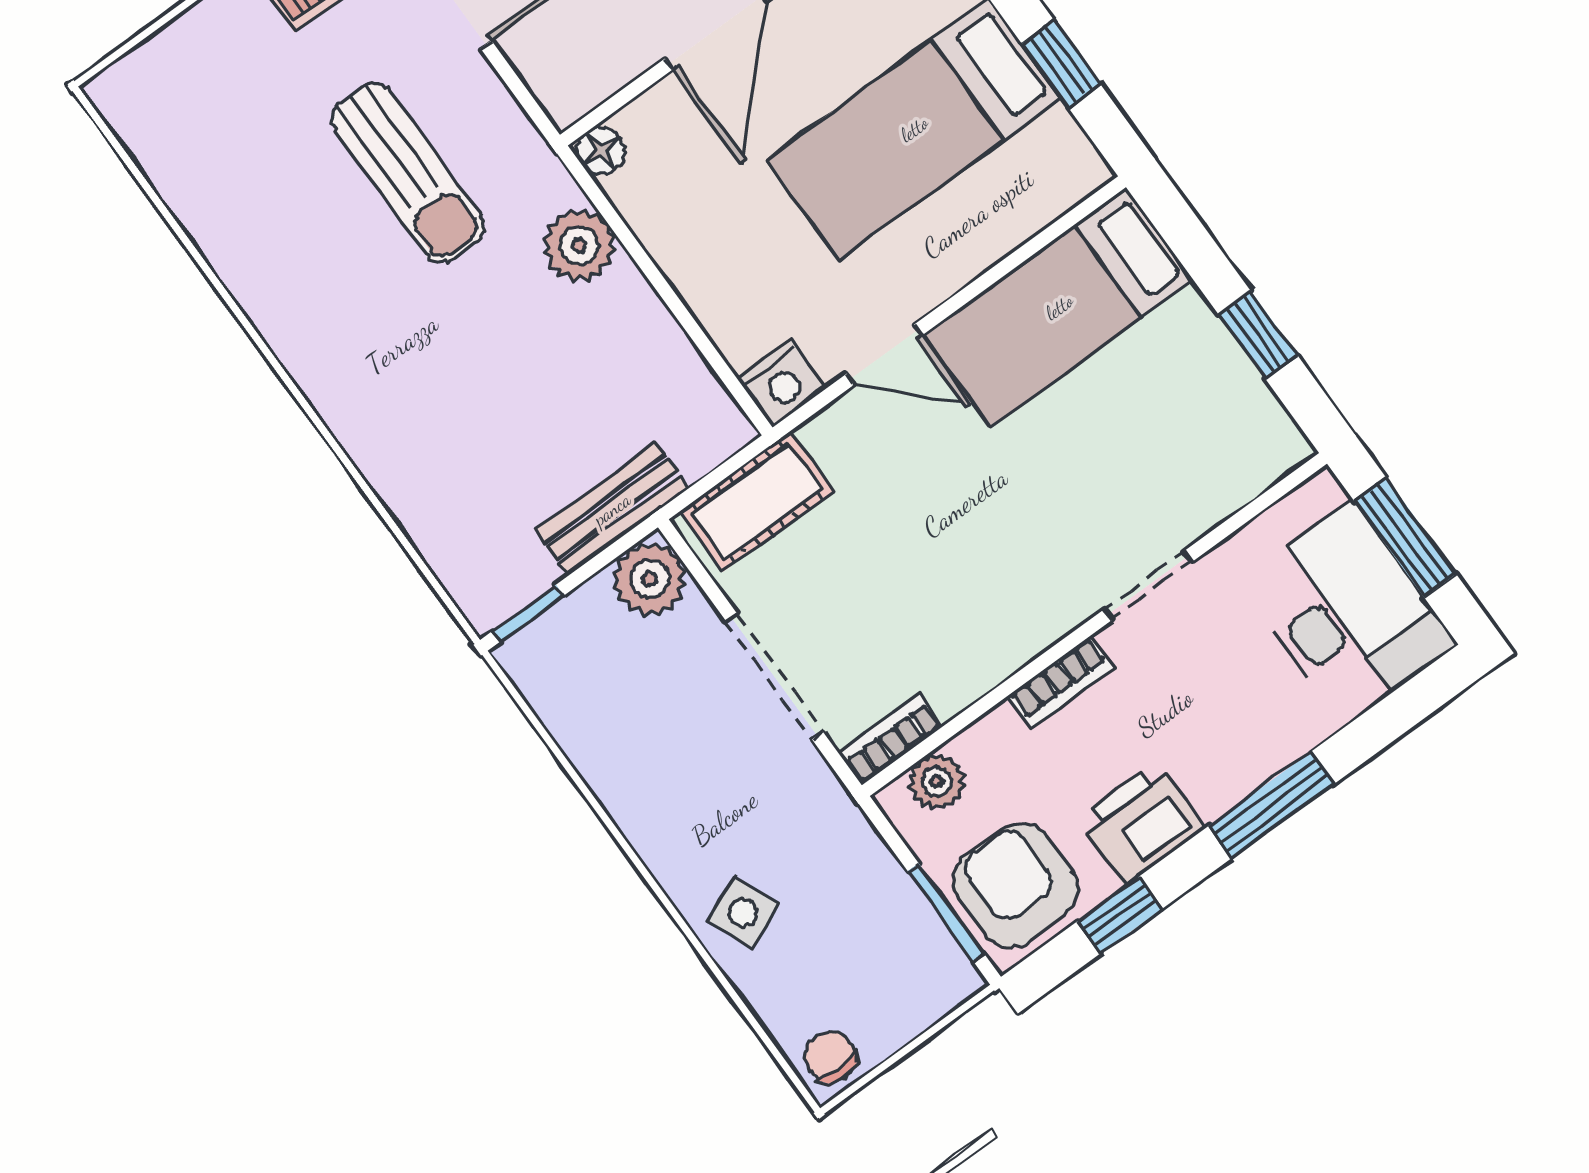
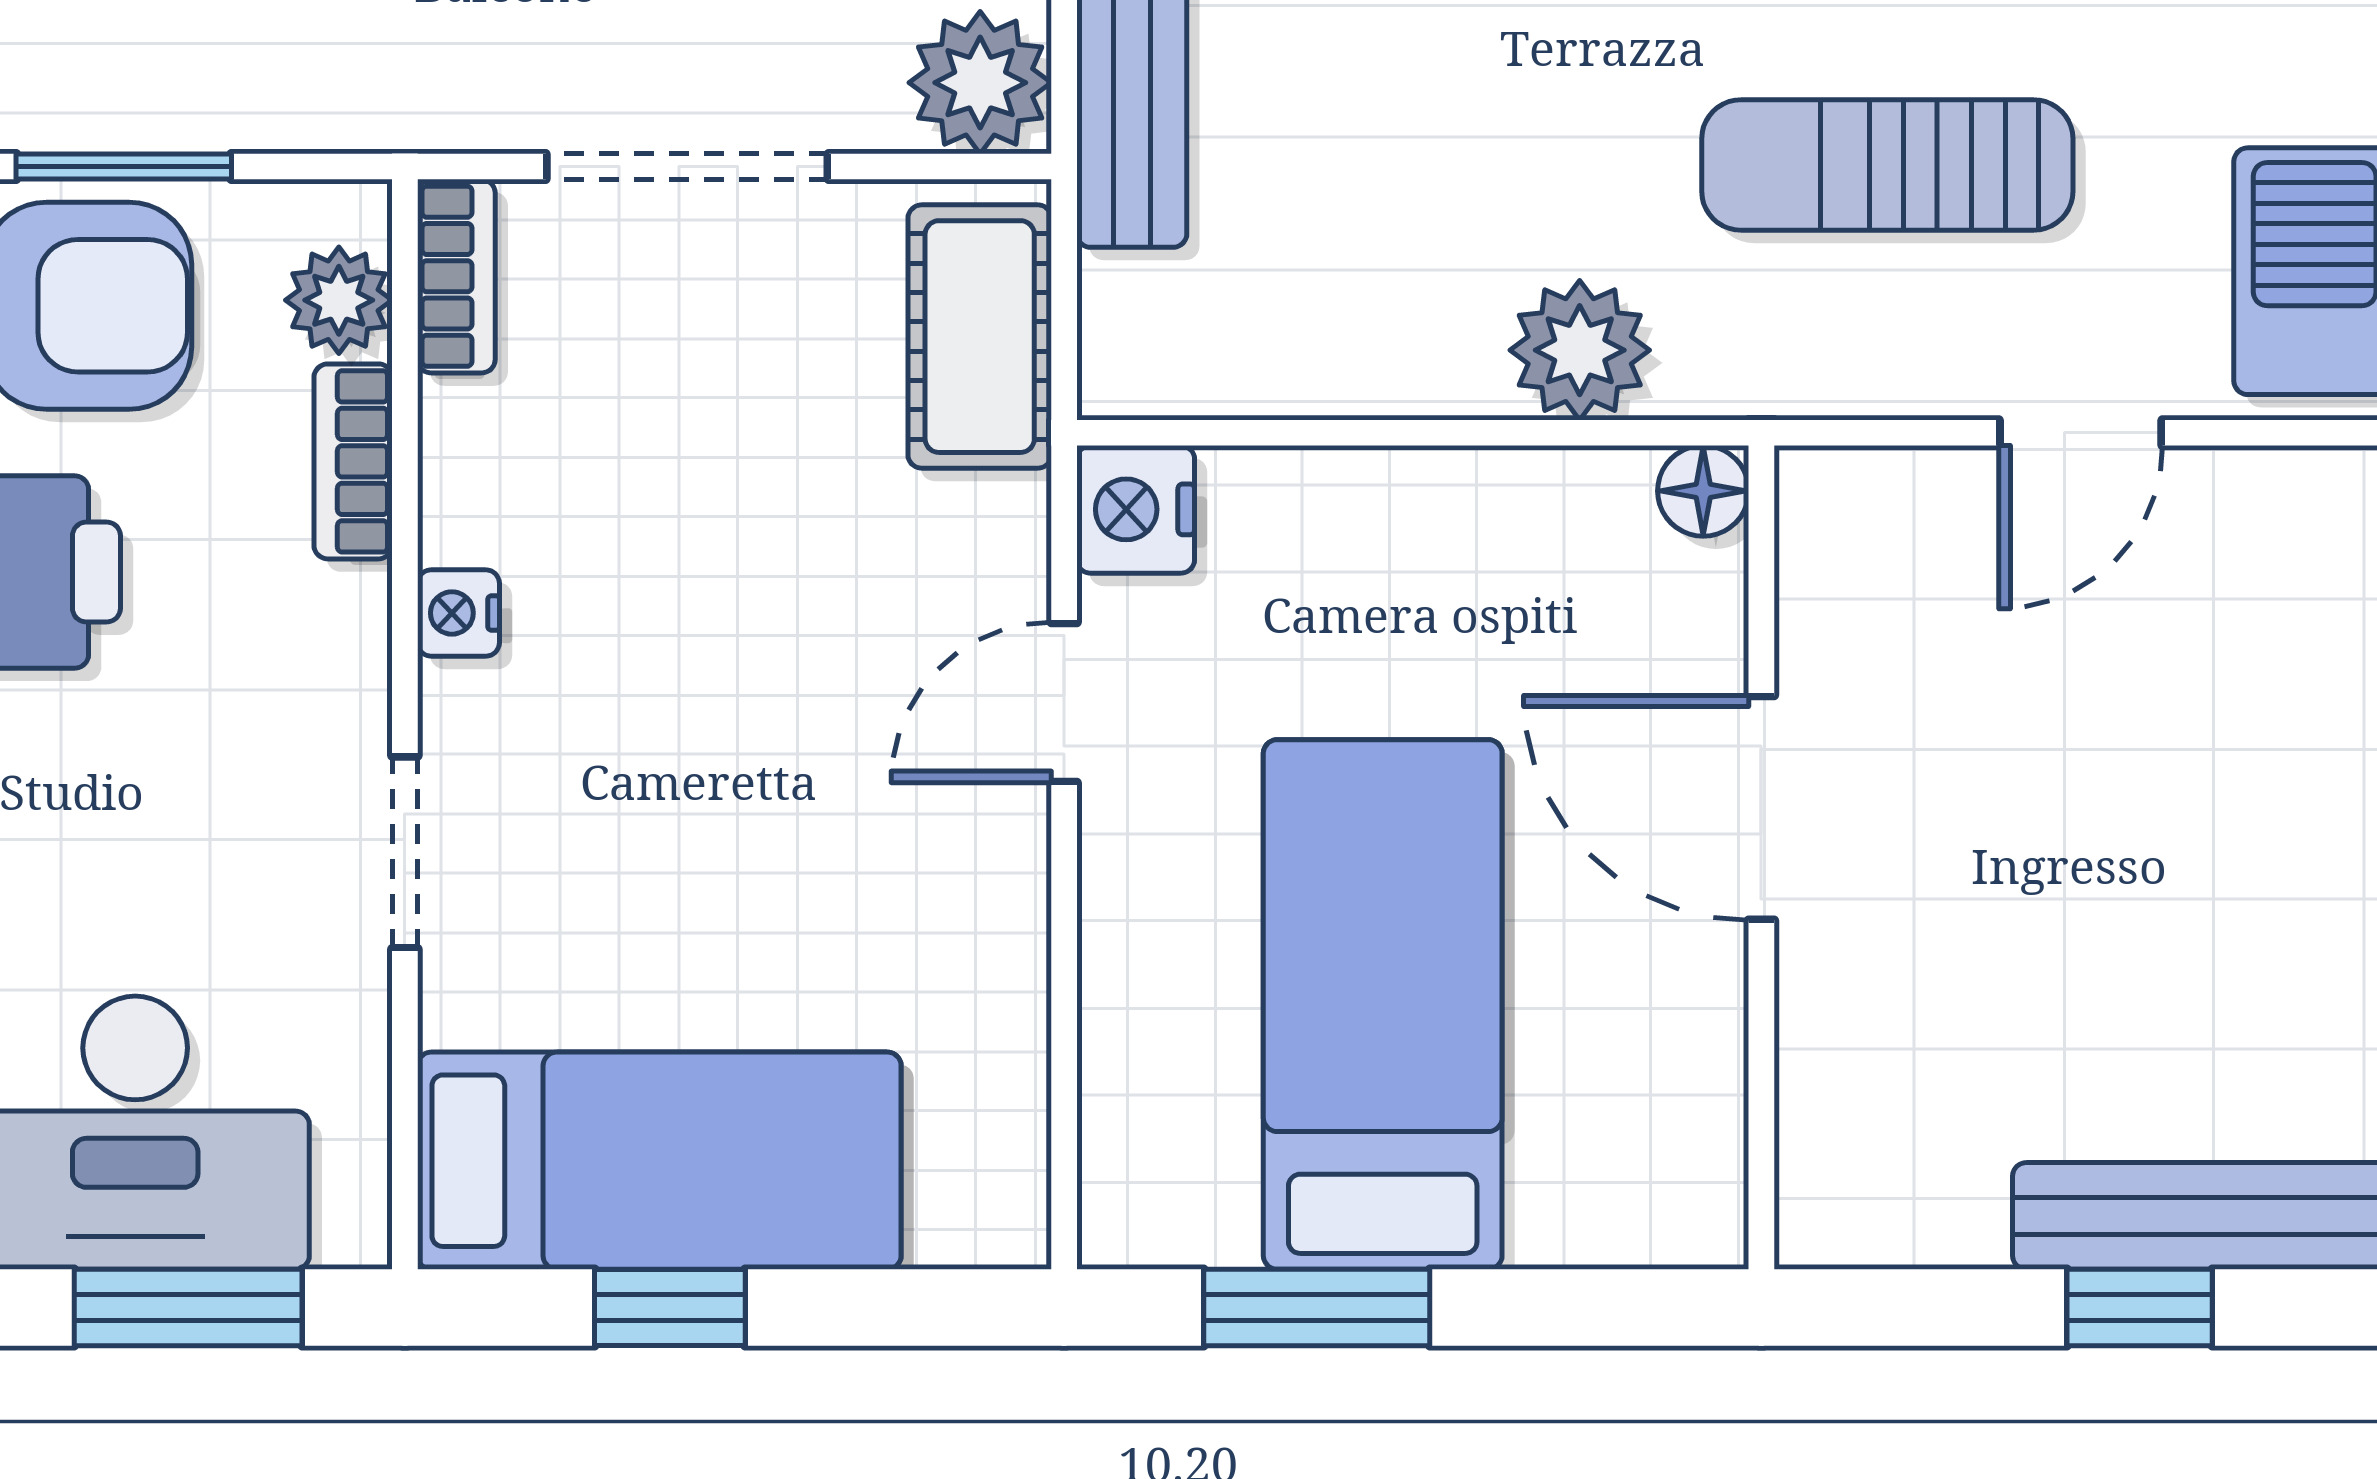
window: (1061, 64) -> (1317, 1308), width x1.50
bed: (1059, 307) -> (659, 1161), moved, turned 90
nightstand: (1031, 636) -> (458, 613), added
bookcase: (1061, 682) -> (353, 461), moved

